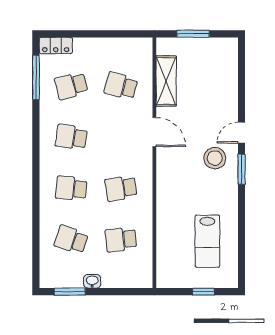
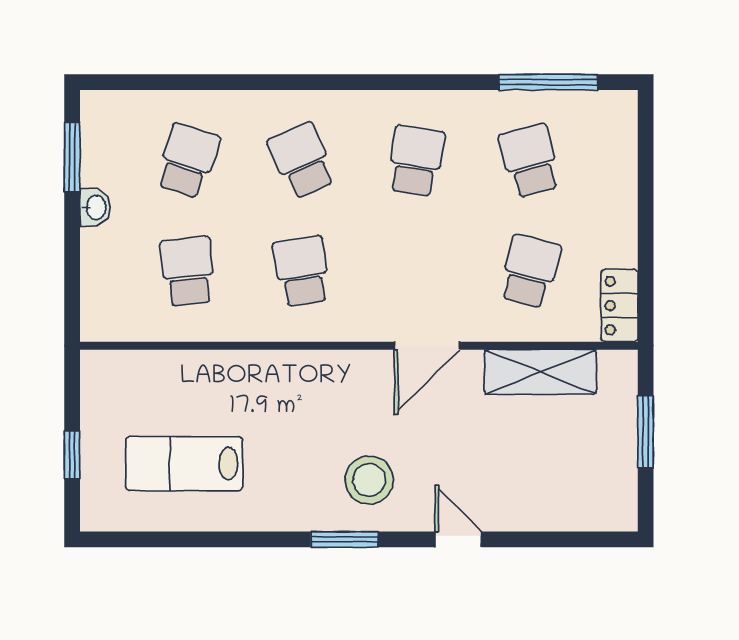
locker: (56, 46) -> (619, 305), moved
door: (241, 133) -> (458, 539), moved
school desk: (71, 188) -> (302, 161), turned -30

